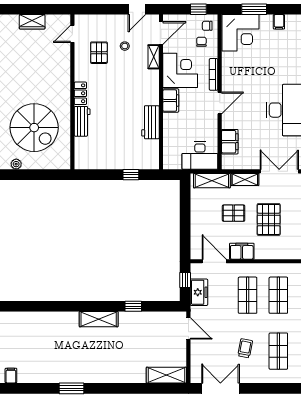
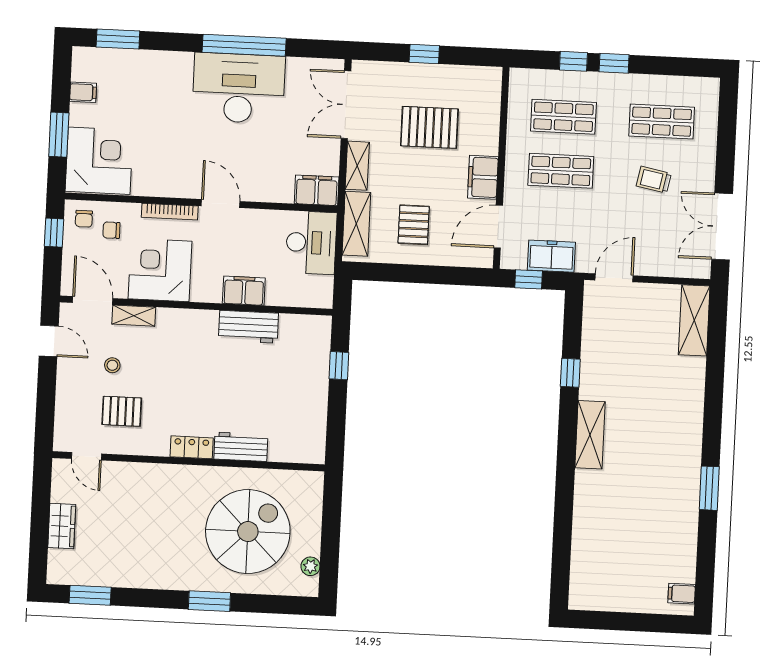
filing cabinet: (171, 101) -> (244, 291), moved
filing cabinet: (230, 142) -> (317, 190), moved
pallet: (234, 213) -> (414, 225), moved

